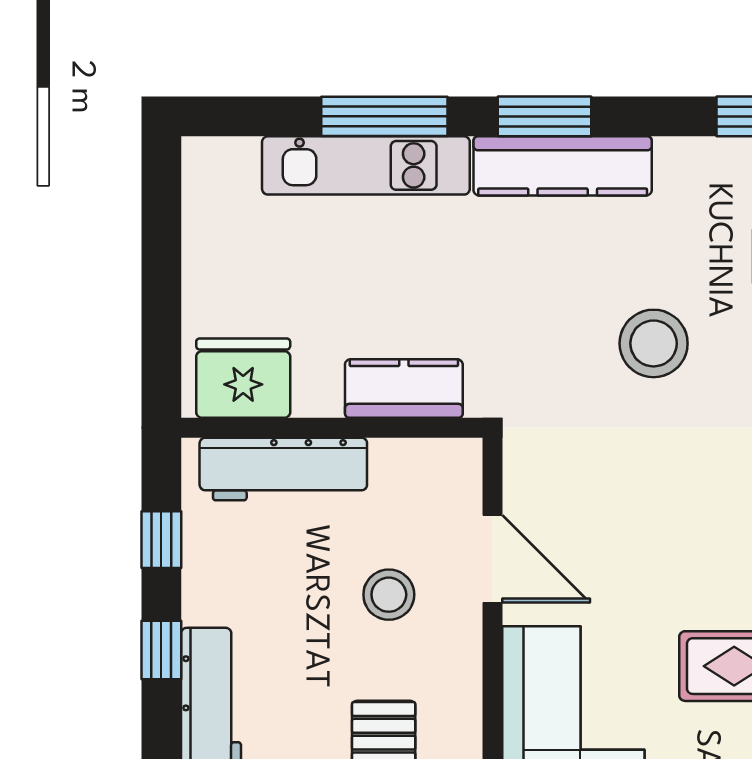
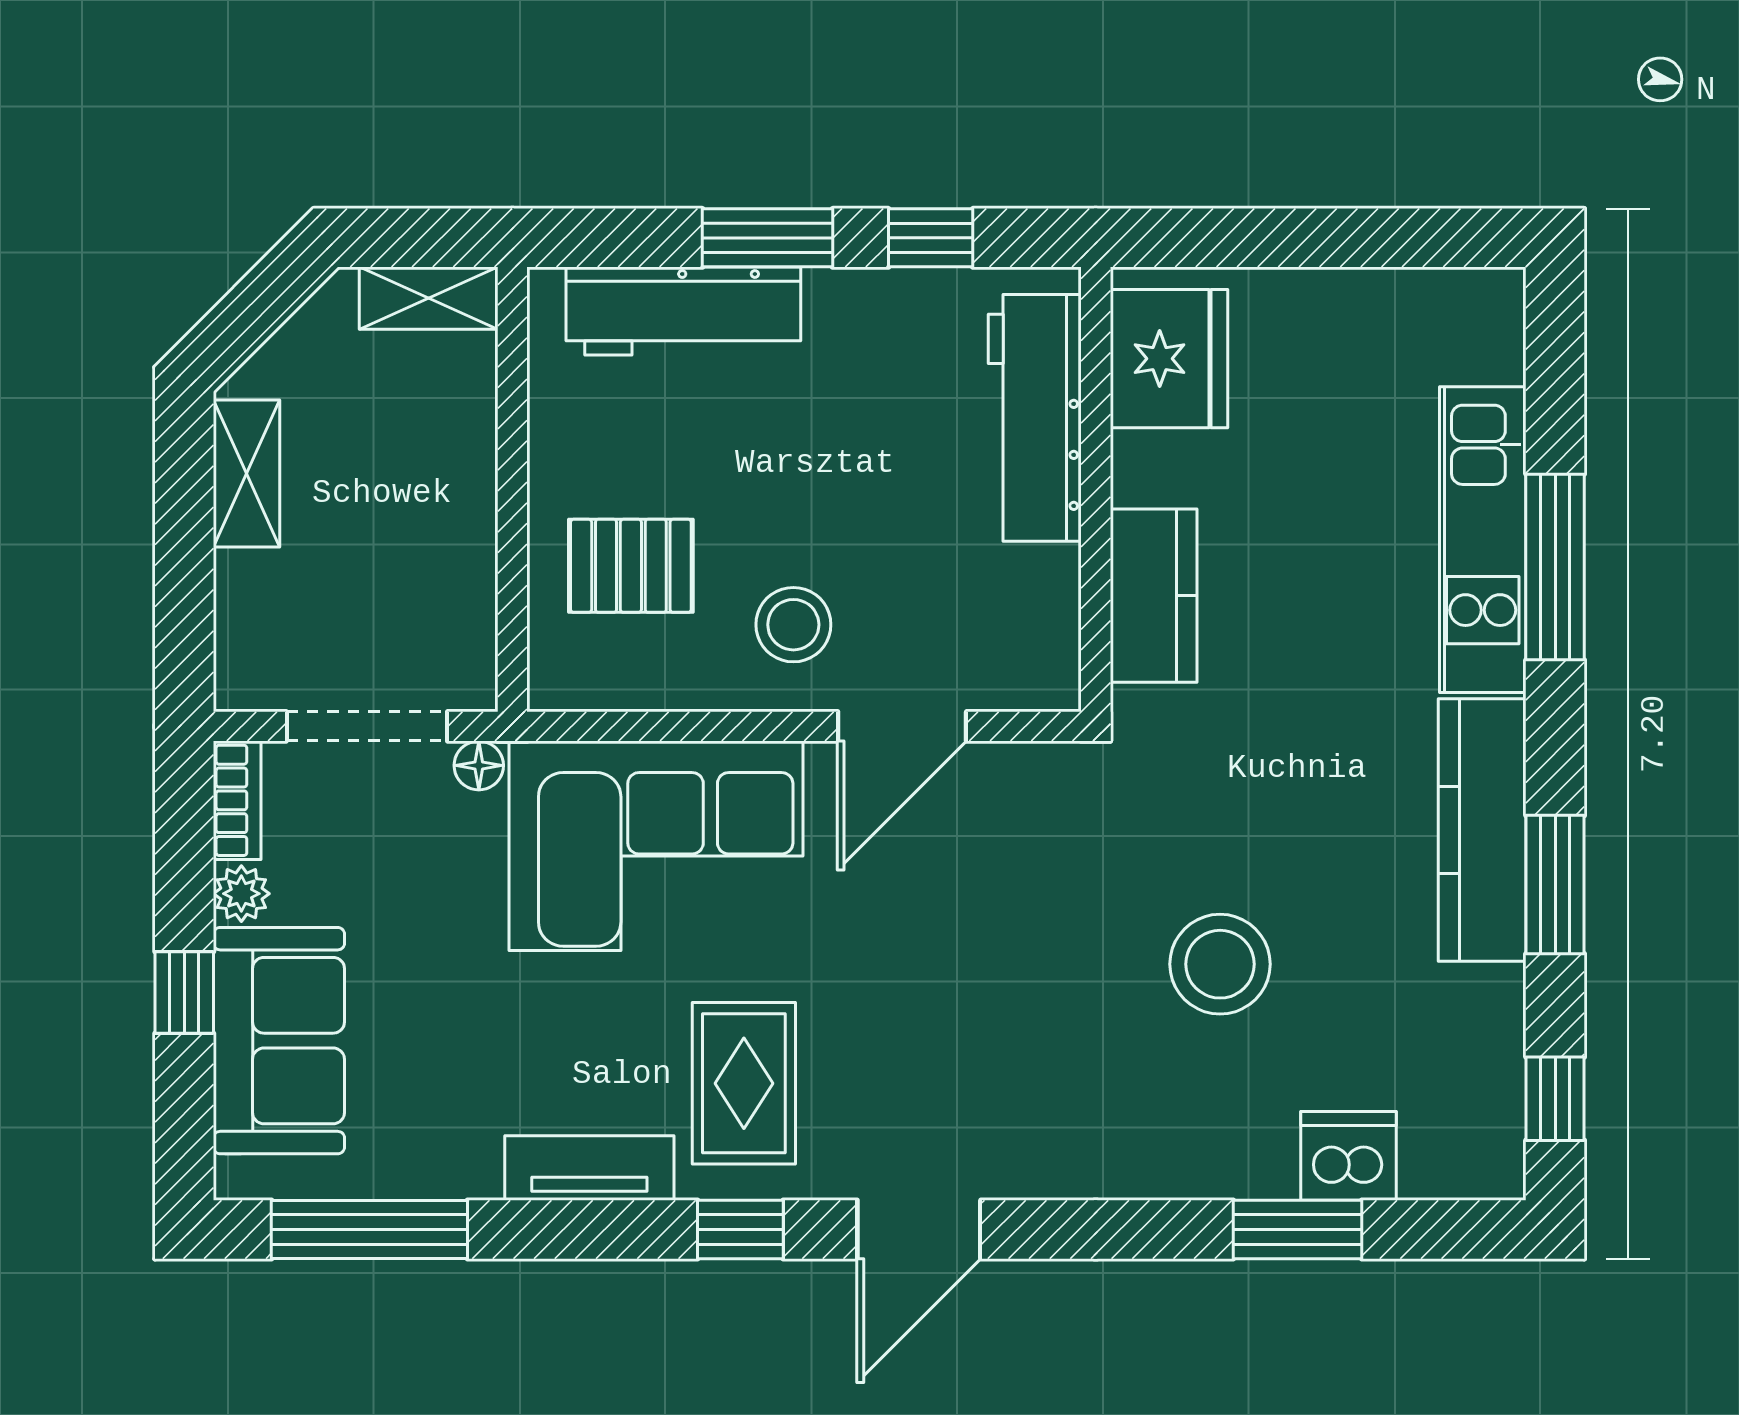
window: (545, 116) -> (1555, 885), moved
stool: (389, 595) -> (793, 625), moved
window: (161, 650) -> (767, 238), width x1.50

